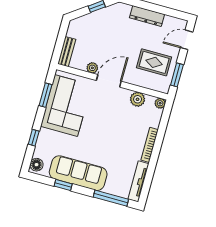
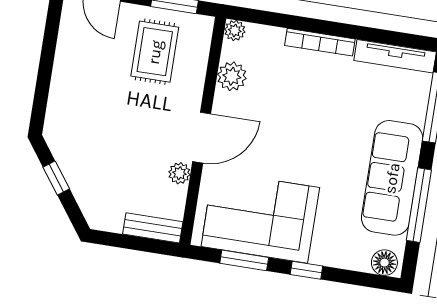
dresser: (147, 16) -> (64, 76), removed
door: (109, 81) -> (202, 138), swing flipped
window: (34, 138) -> (306, 270), moved
window: (63, 185) -> (419, 205), width x2.17

